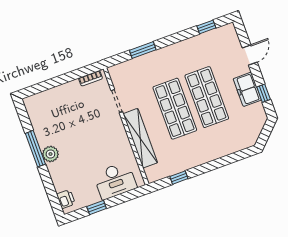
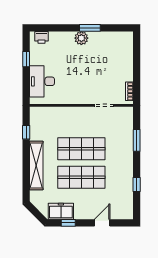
window: (206, 27) -> (137, 184), moved
door: (250, 55) -> (102, 223), swing flipped
freezer: (247, 89) -> (61, 211), moved
shelving: (140, 138) -> (36, 165), moved, turned 90
window: (35, 149) -> (90, 28), width x0.69

